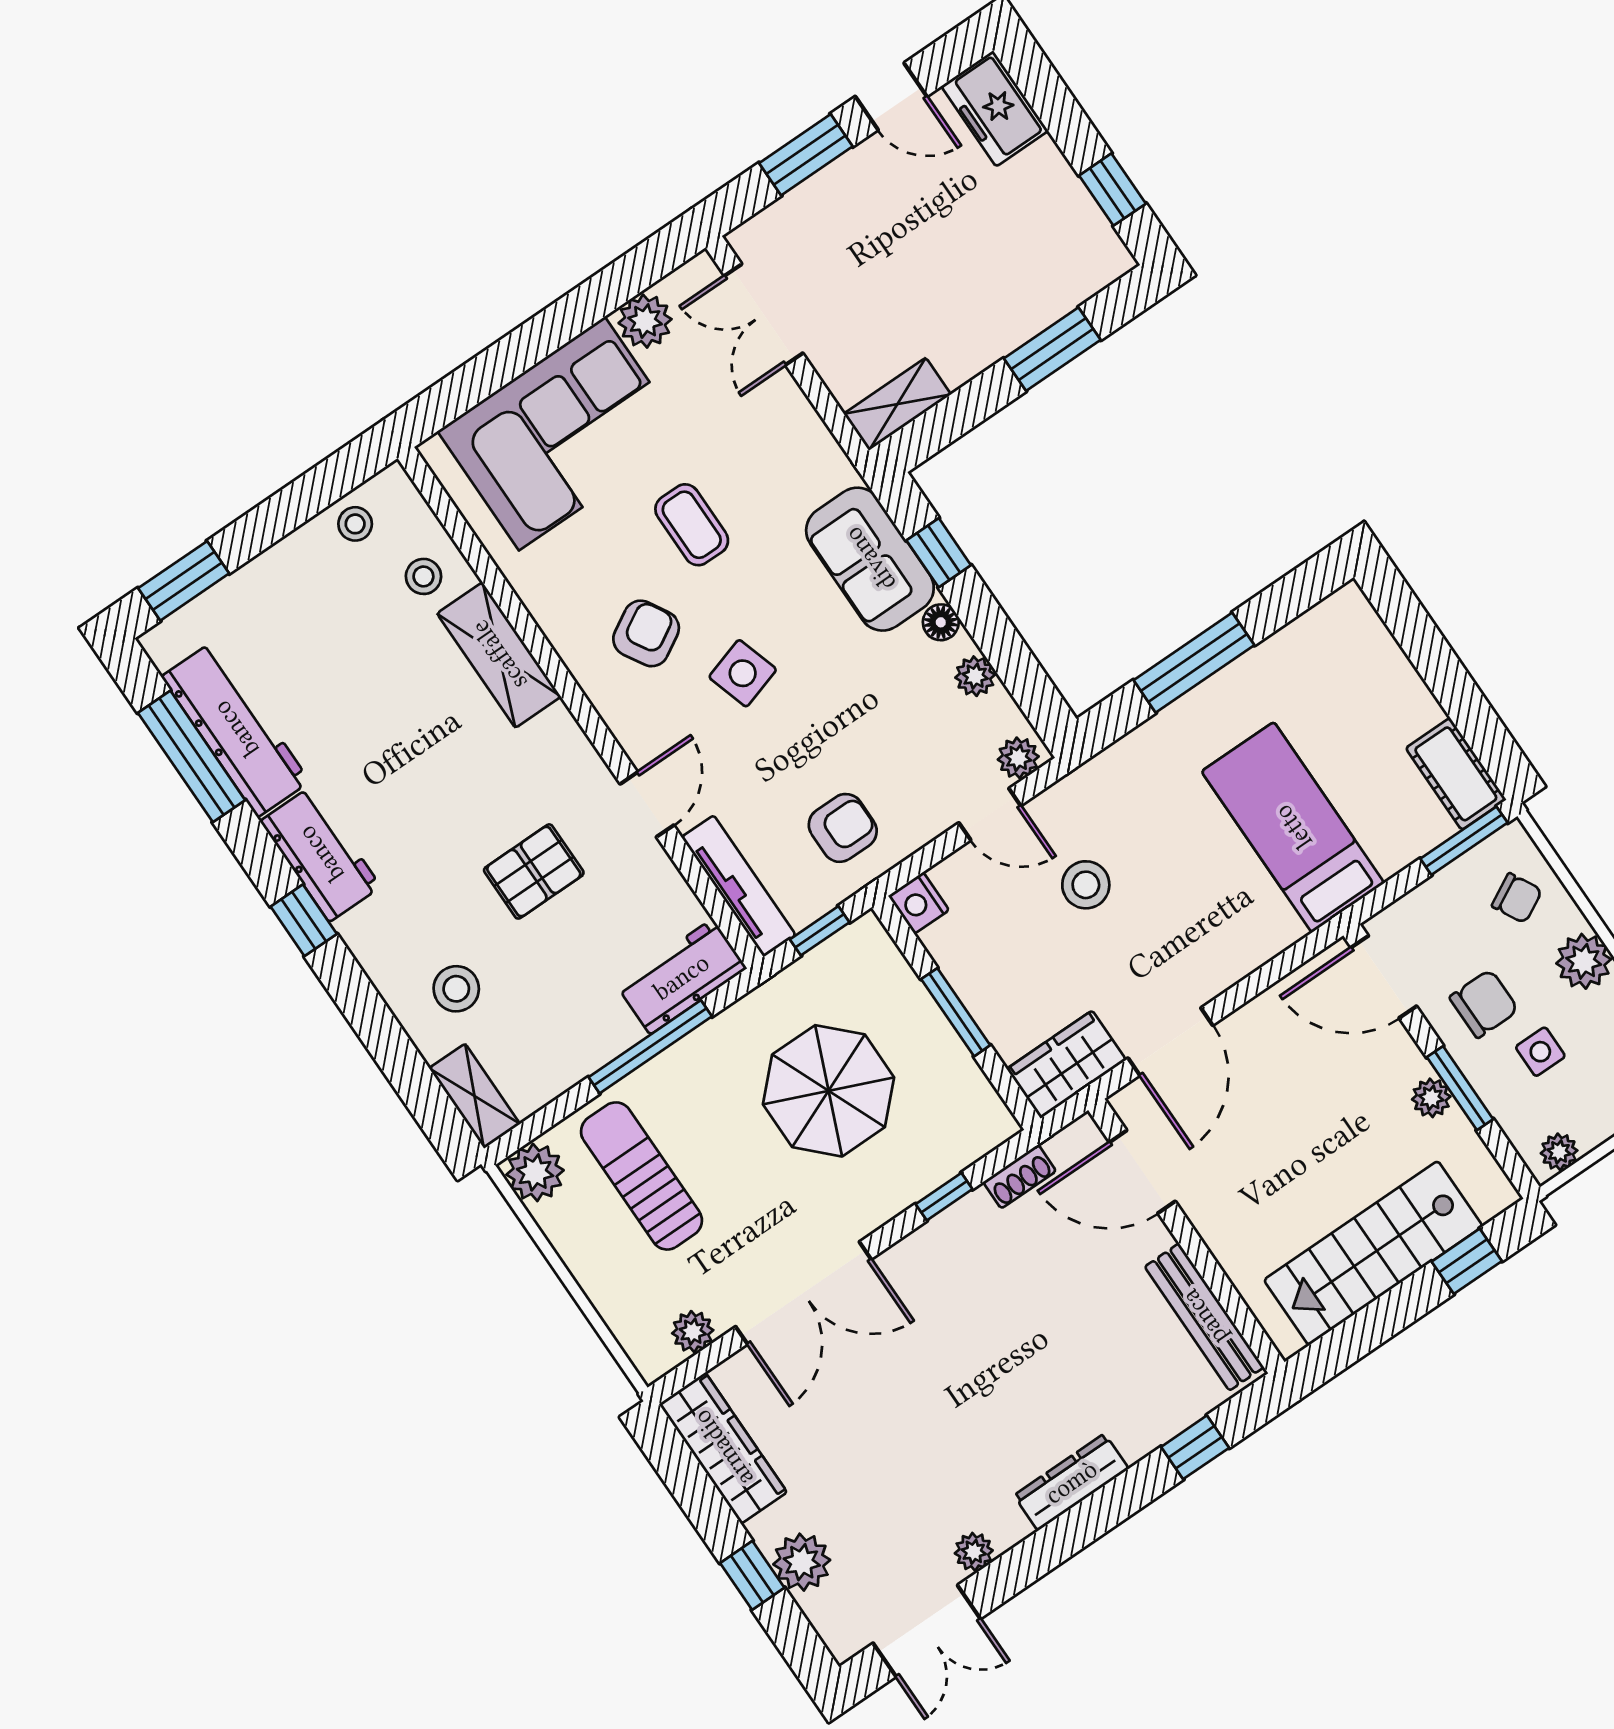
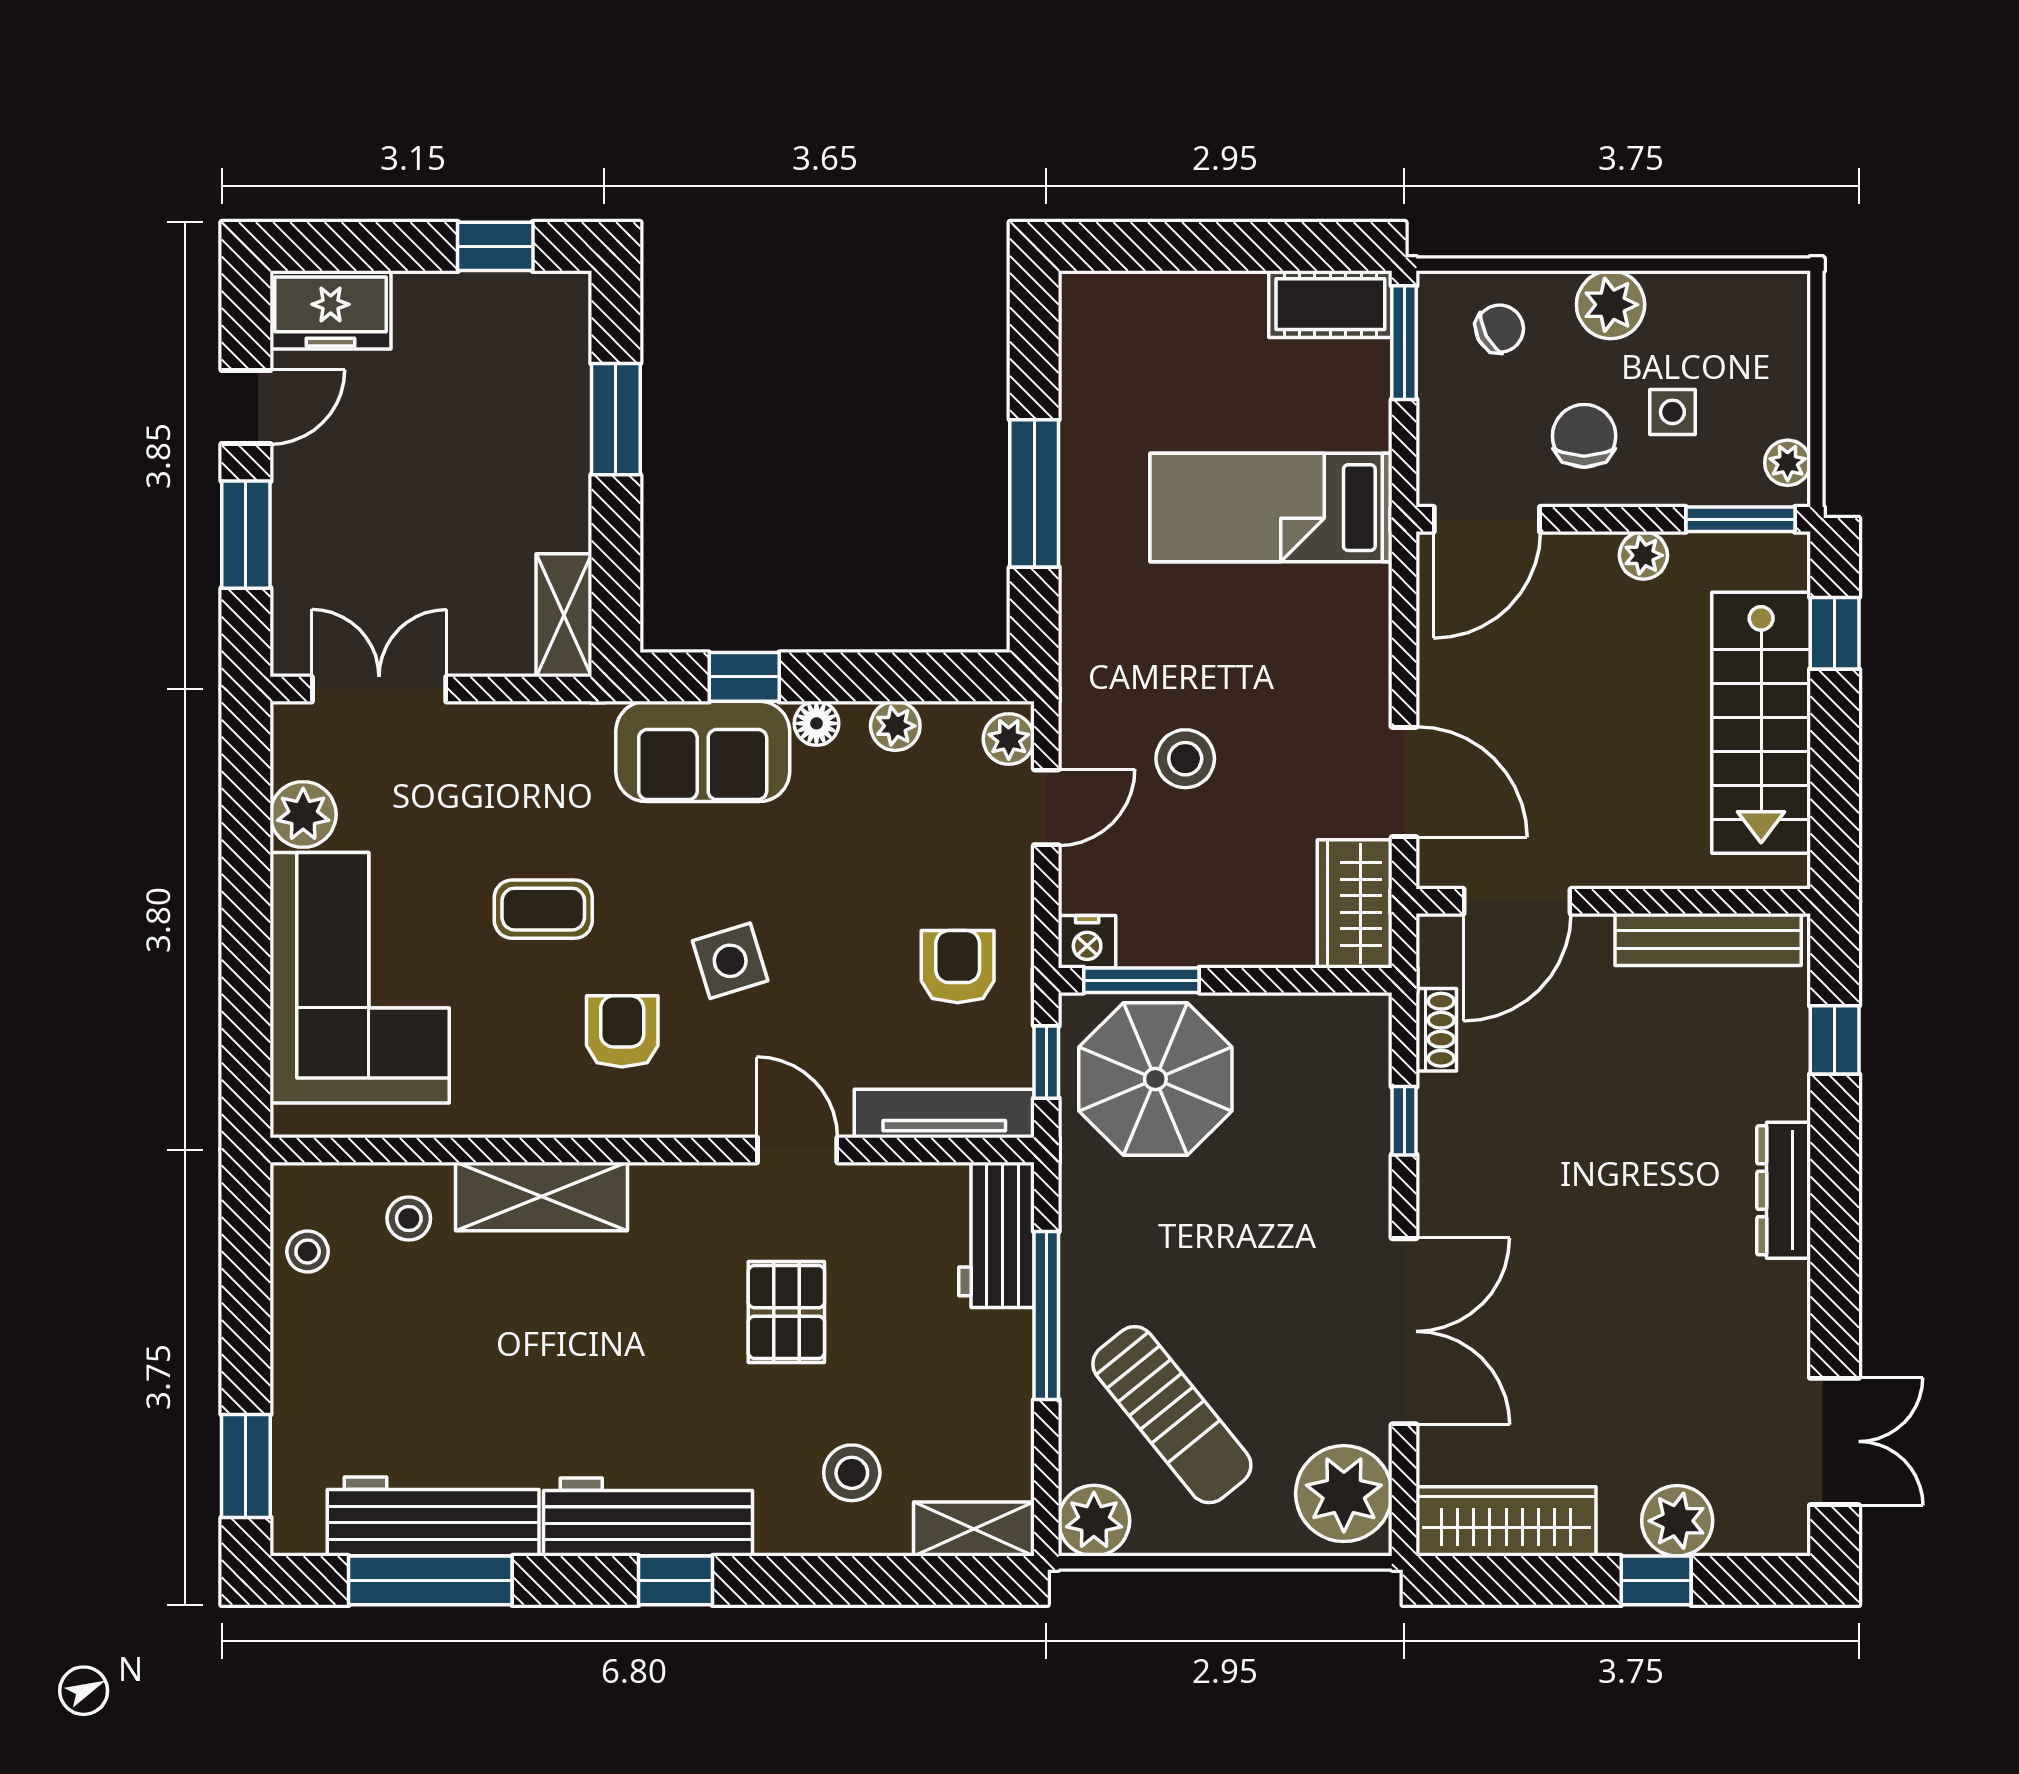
double door: (764, 314) -> (379, 689), swing flipped
armchair: (646, 633) -> (622, 1031), turned 30
workbench: (321, 854) -> (648, 1517), width x1.38
window: (956, 1012) -> (1141, 980), moved
window: (1460, 1088) -> (1740, 519), moved
parasol: (829, 1091) -> (1155, 1079), moved
sun lounger: (641, 1176) -> (1172, 1415), turned -129
plant: (693, 1332) -> (1344, 1494), width x1.88, depth x1.88
plant: (974, 1552) -> (1787, 1338), removed

